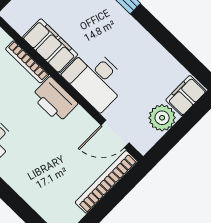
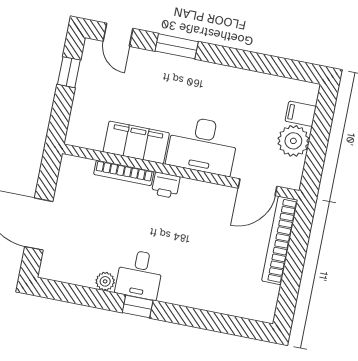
filing cabinet: (186, 96) -> (301, 114), width x0.50
printer: (55, 100) -> (166, 185), width x0.53, depth x0.68

